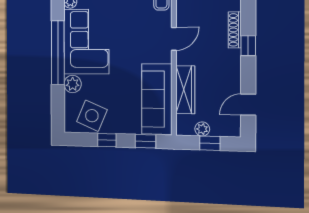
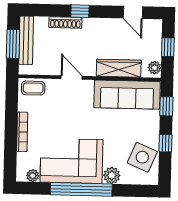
plant: (202, 129) -> (155, 68), moved

